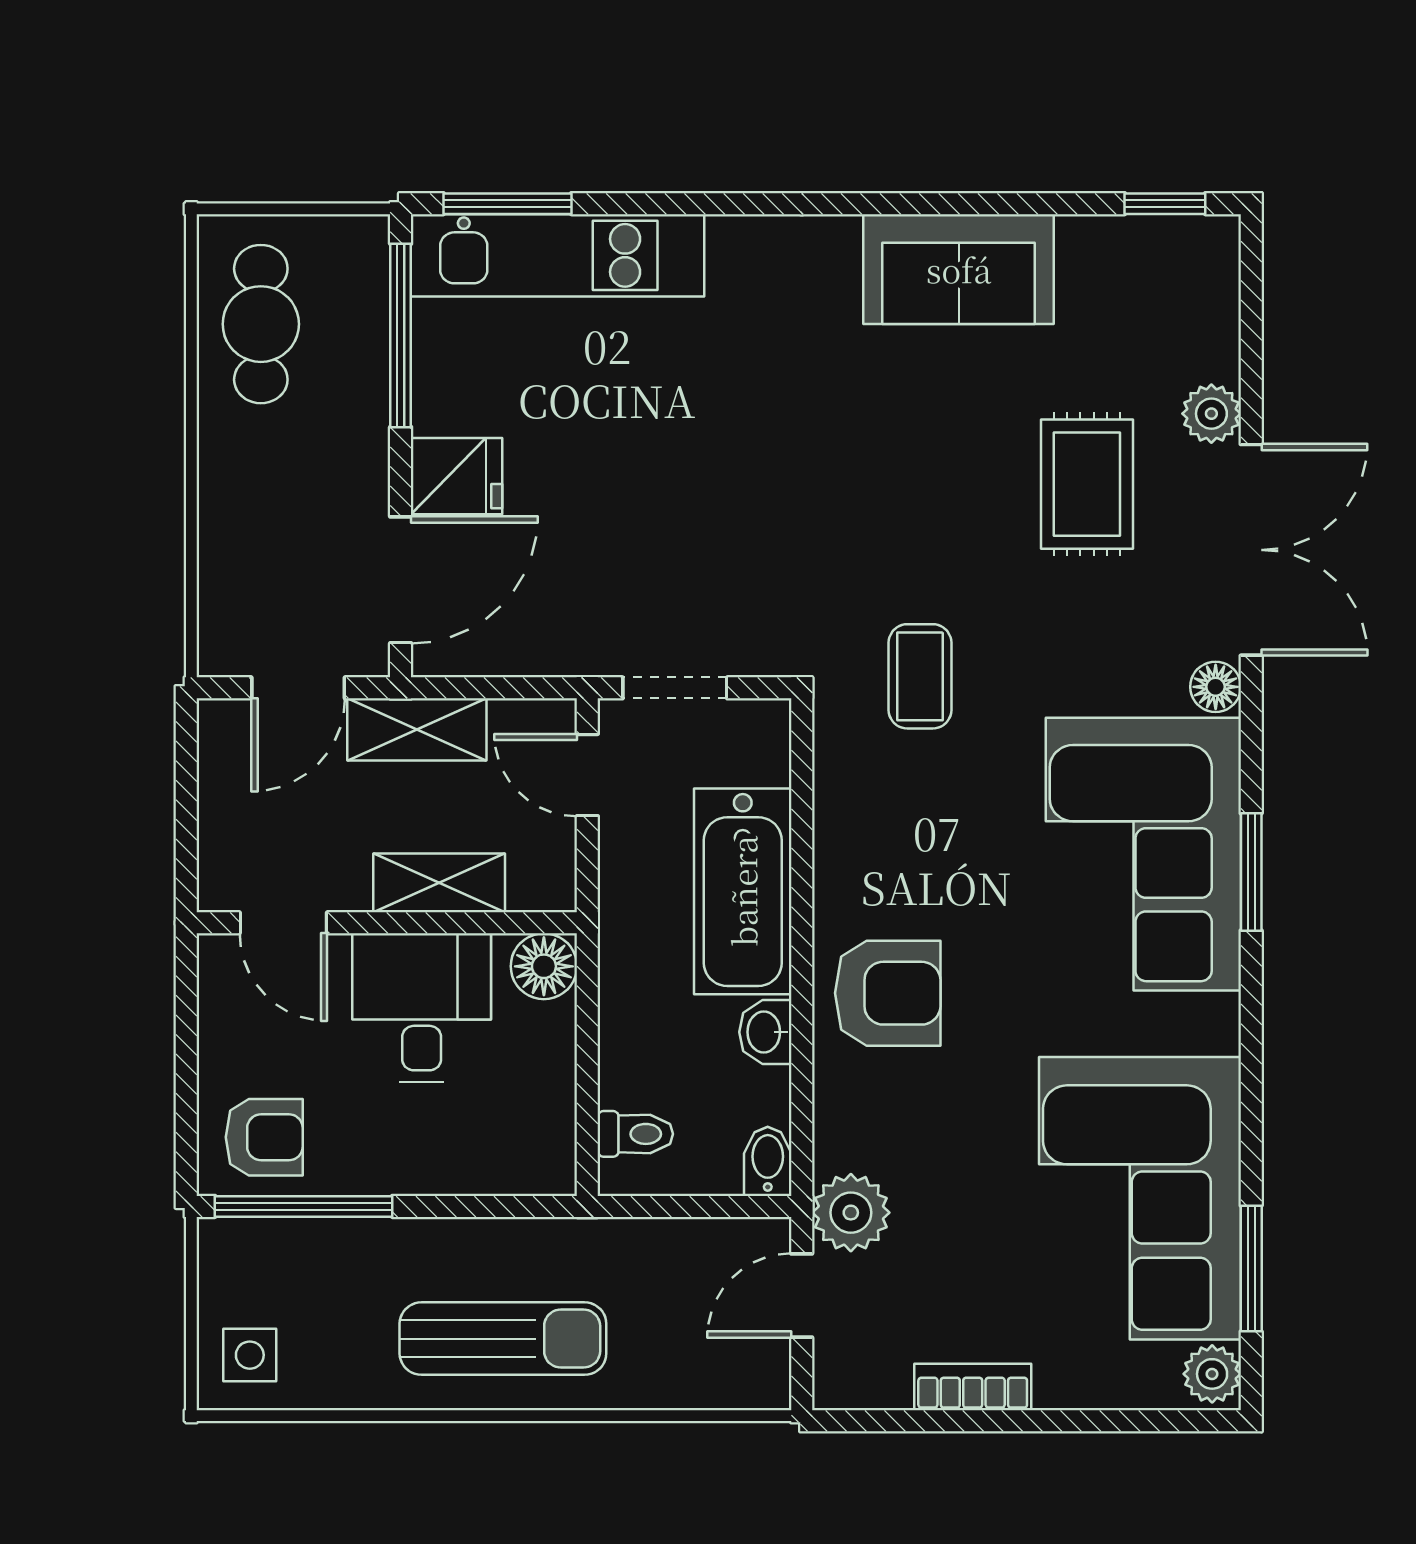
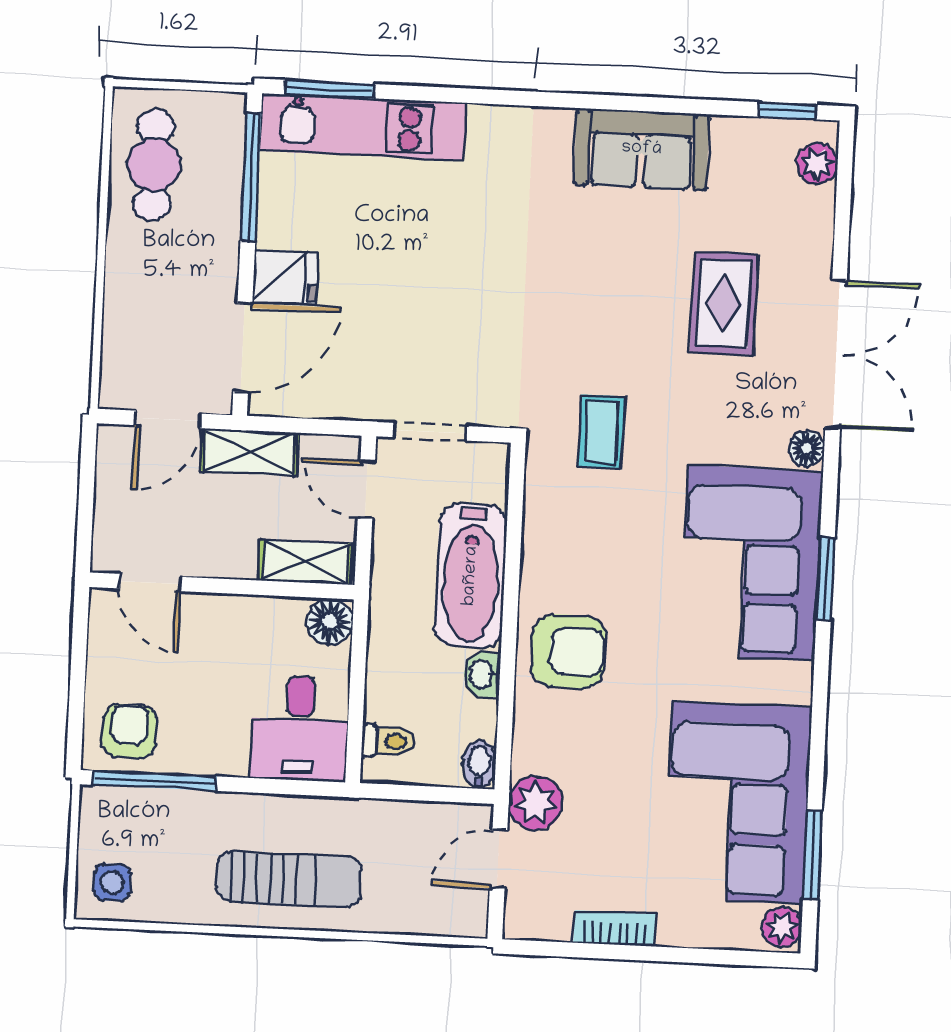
plant: (1211, 414) -> (817, 164), moved
shelving: (439, 883) -> (305, 562), moved
desk: (422, 1008) -> (300, 728), moved, turned 180
armchair: (264, 1137) -> (129, 731), turned -90

